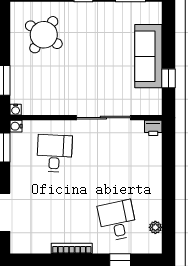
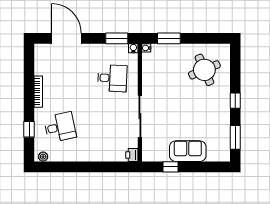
round table: (44, 35) -> (204, 70), turned 33
sofa: (148, 56) -> (188, 151), width x0.73
plant: (155, 227) -> (43, 157), moved

